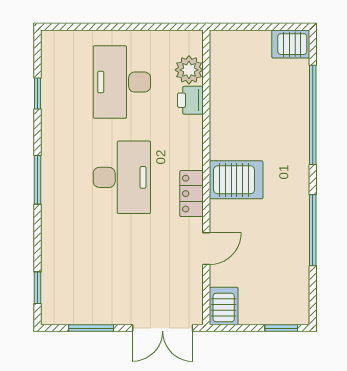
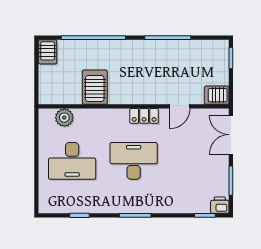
printer: (190, 100) -> (220, 205), moved, turned 180
server rack: (236, 180) -> (95, 87), moved
door: (206, 249) -> (180, 106), swing flipped
double door: (163, 328) -> (231, 135), swing flipped

